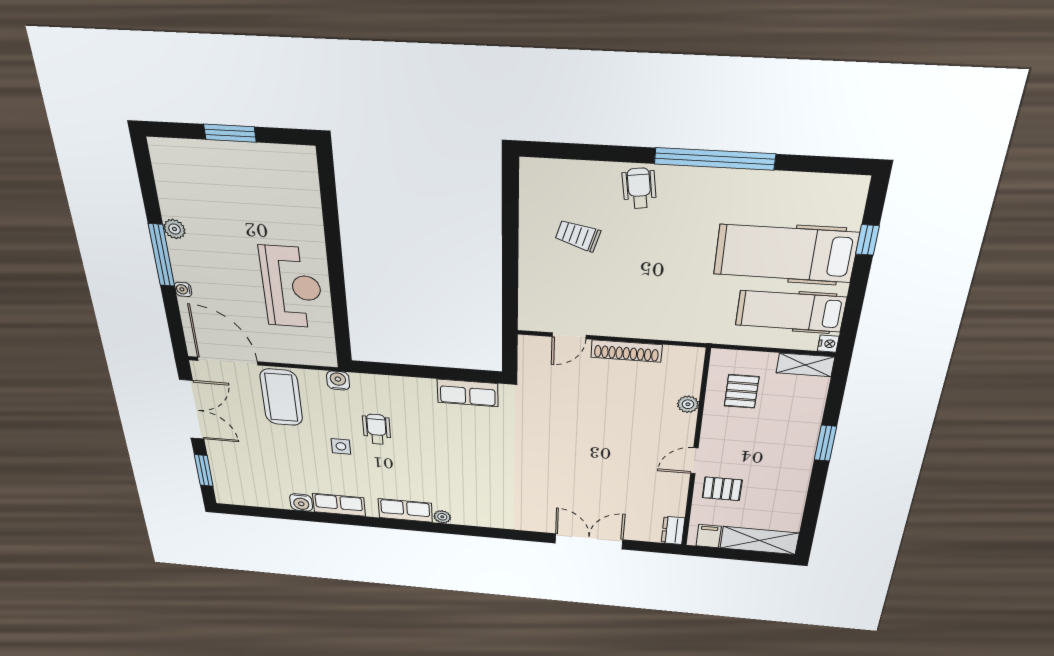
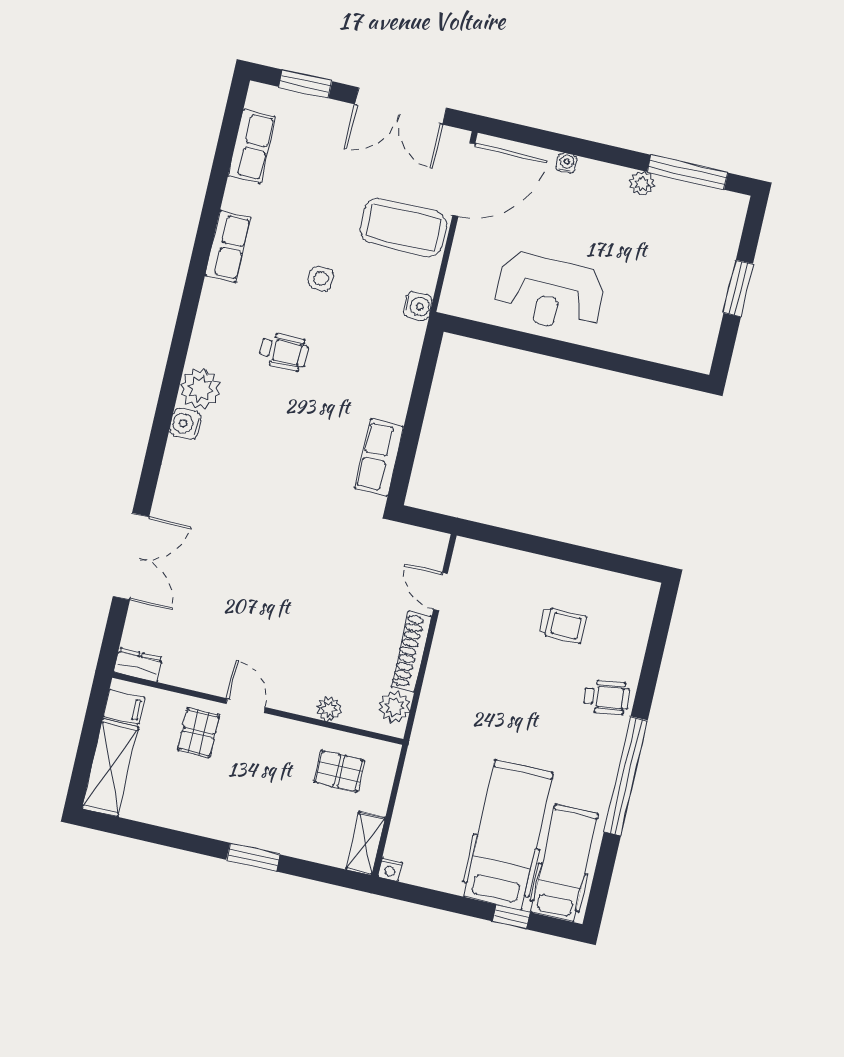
trolley: (578, 236) -> (563, 625), turned 74
window: (162, 255) -> (687, 172), moved
hospital bed: (791, 311) -> (565, 863), moved
plant: (678, 358) -> (395, 707), added
wheelchair: (377, 429) -> (284, 351), moved
water cooler: (301, 502) -> (185, 424), moved
row of seats: (405, 510) -> (252, 146), moved
plant: (442, 517) -> (200, 389), width x1.88, depth x1.88

